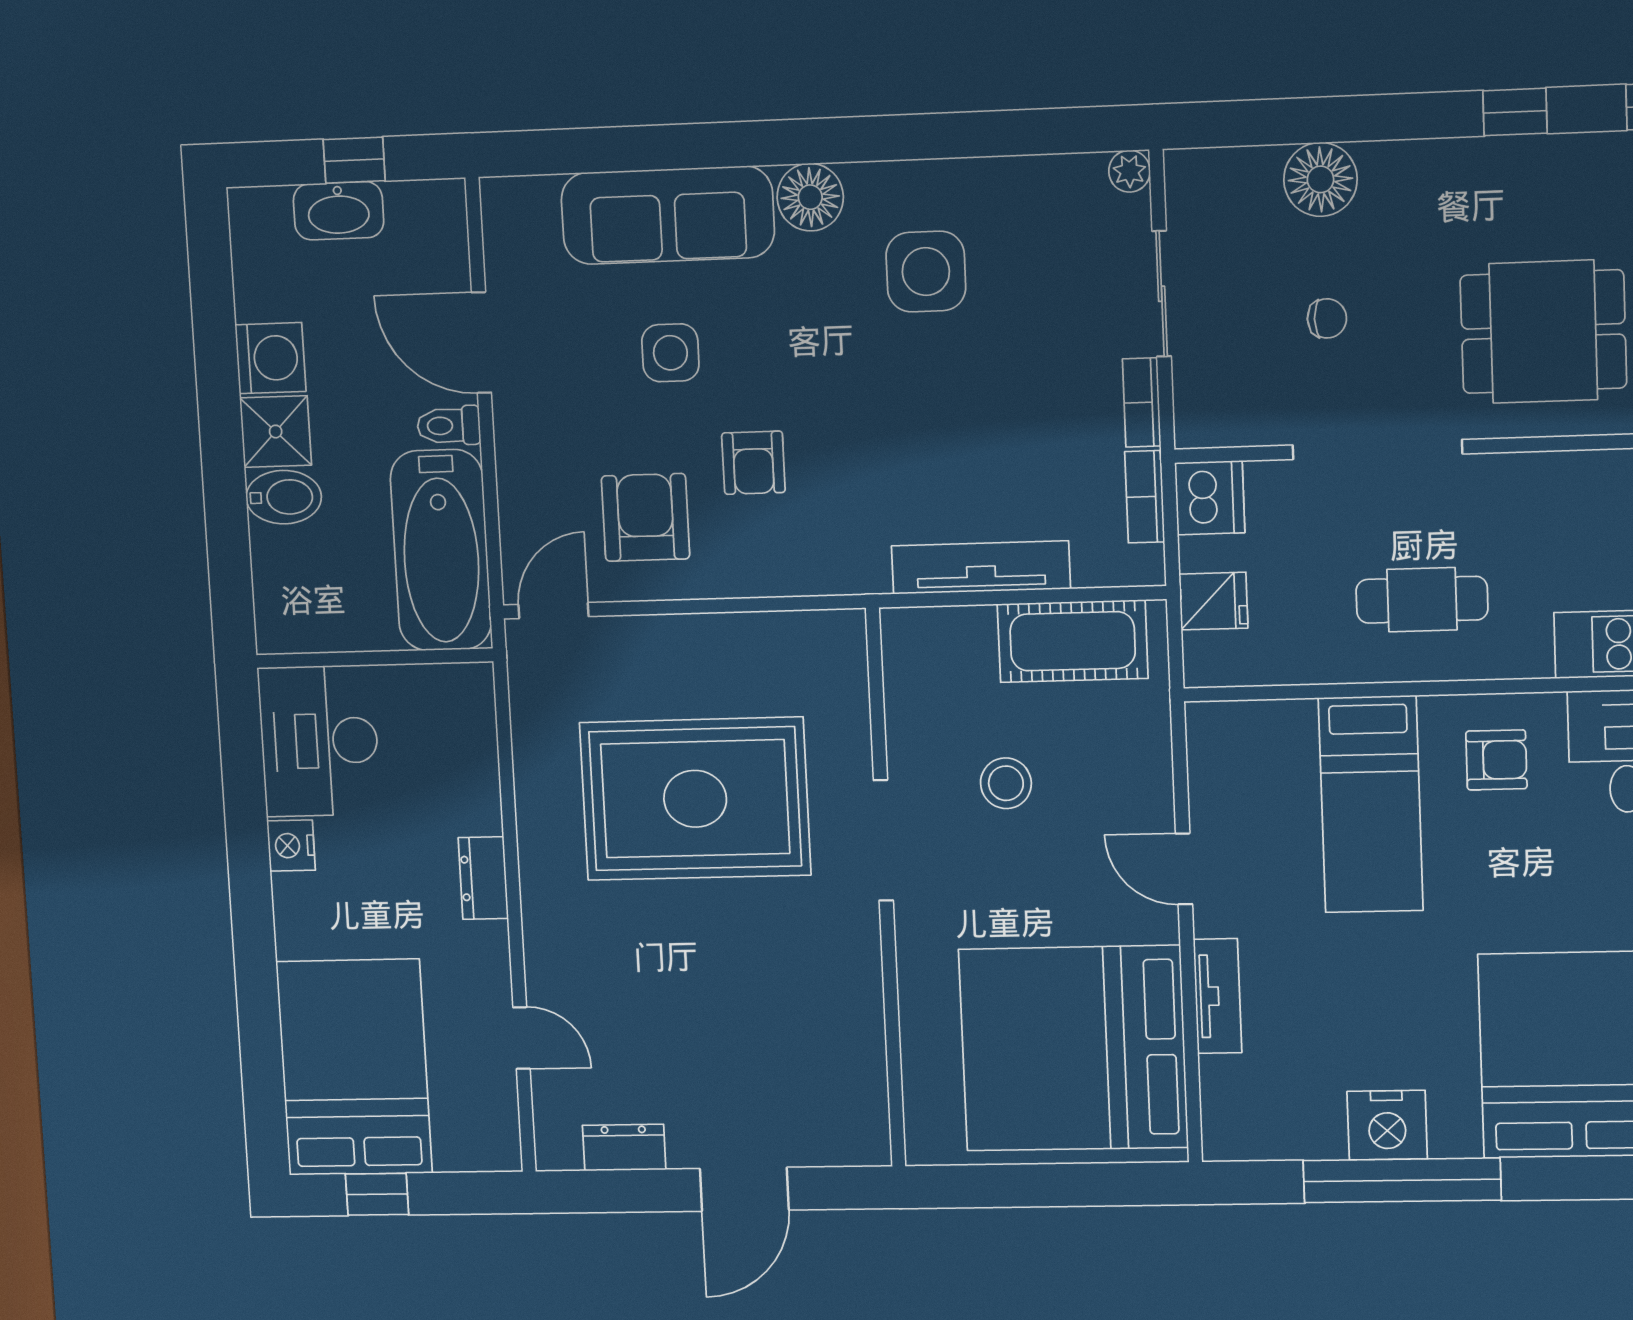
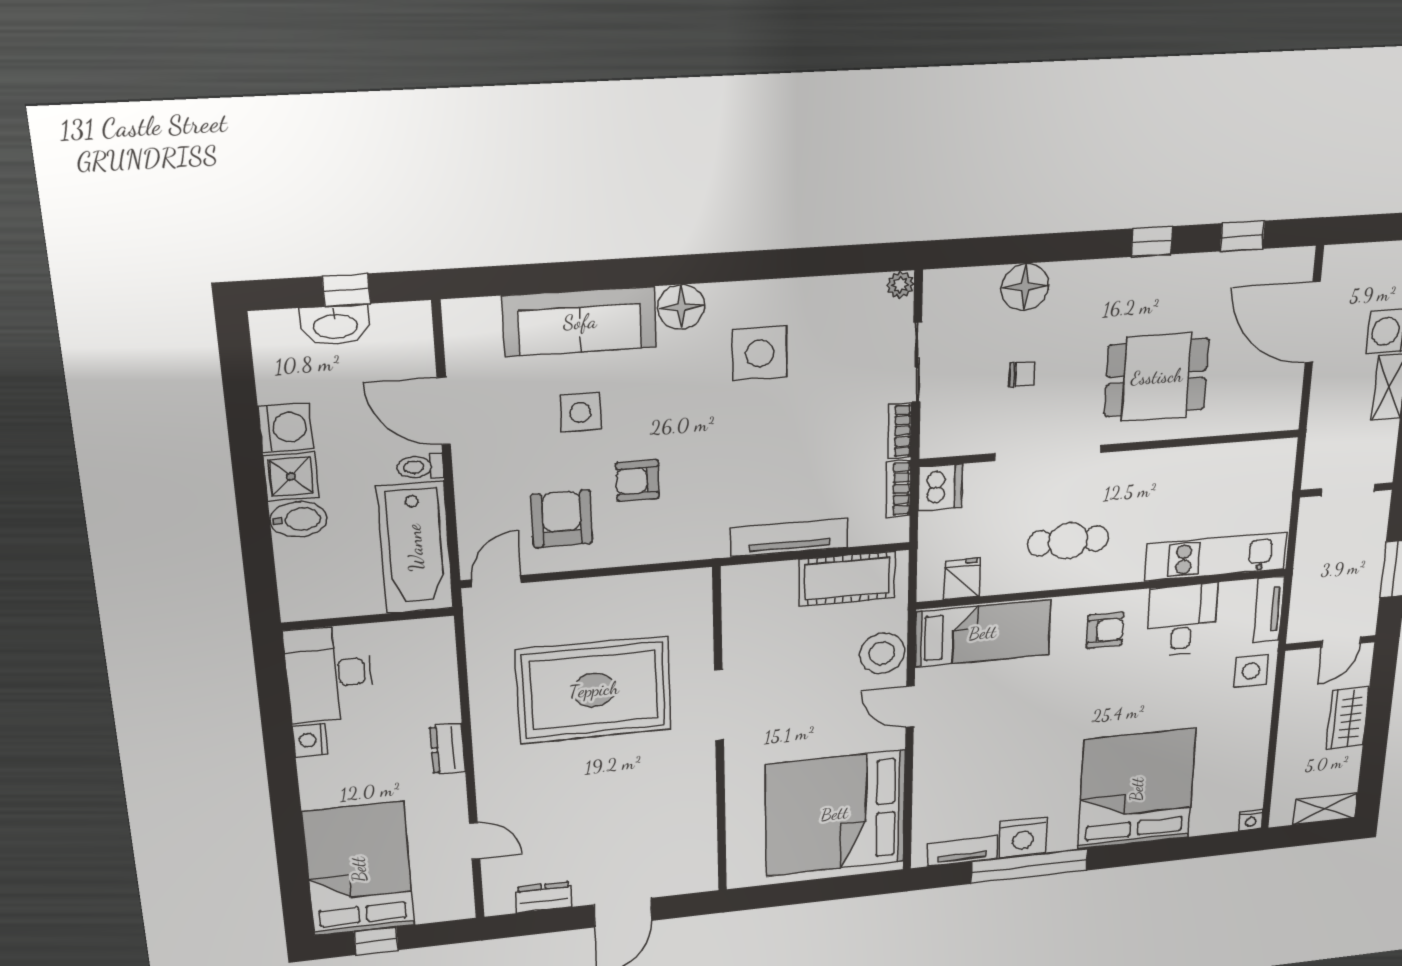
armchair: (753, 463) -> (638, 481), turned 90
fridge: (1213, 601) -> (962, 579), moved, turned -90
stool: (1006, 783) -> (882, 653), moved, width x1.38, depth x1.38
bed: (1371, 804) -> (983, 633), moved, turned -90
tv unit: (1218, 996) -> (962, 851), moved, turned -90

